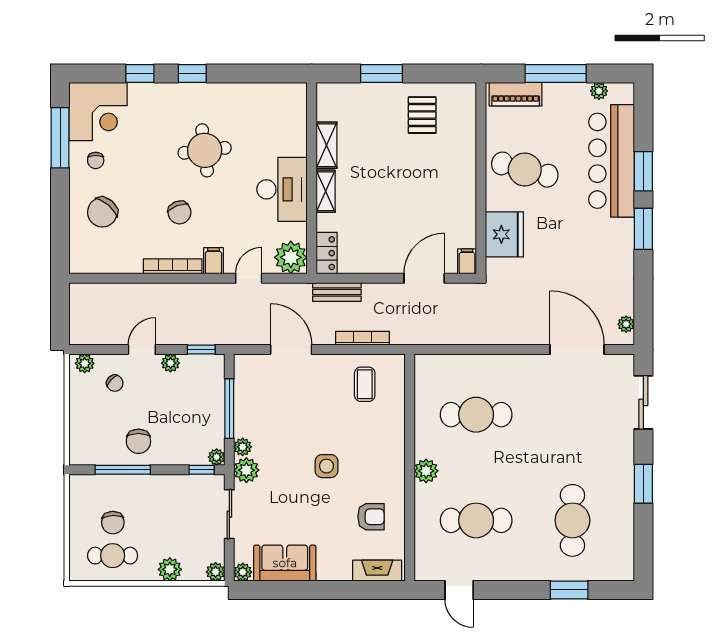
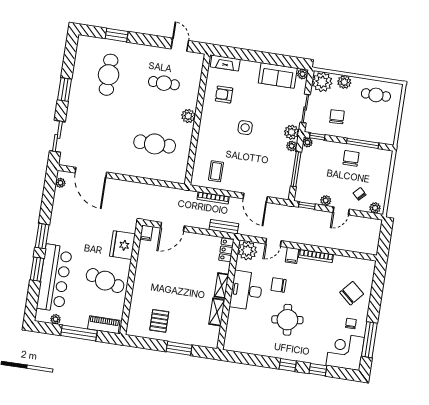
chair: (179, 212) -> (279, 285), moved, turned -69
cafe table: (476, 520) -> (164, 83), width x0.73, depth x0.74
chair: (113, 523) -> (337, 117), moved
plant: (216, 572) -> (322, 82), width x1.87, depth x1.87

